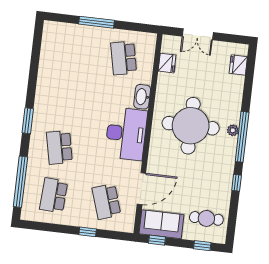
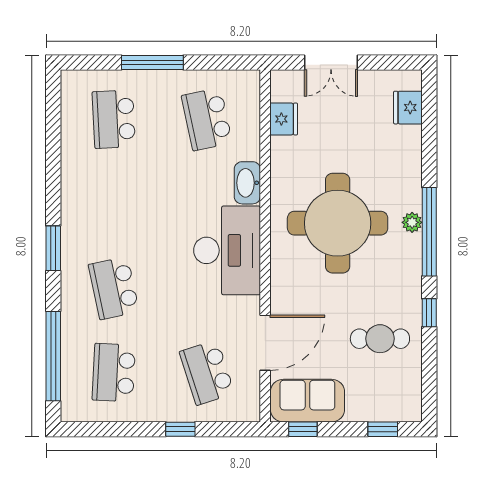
school desk: (71, 52) -> (114, 119), added
cafe table: (206, 218) -> (380, 339), moved

